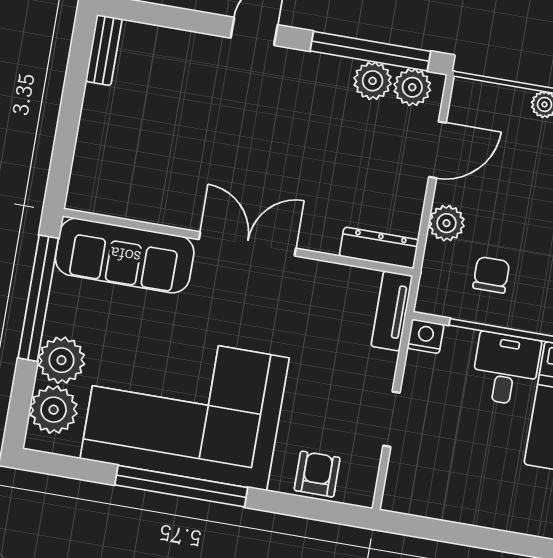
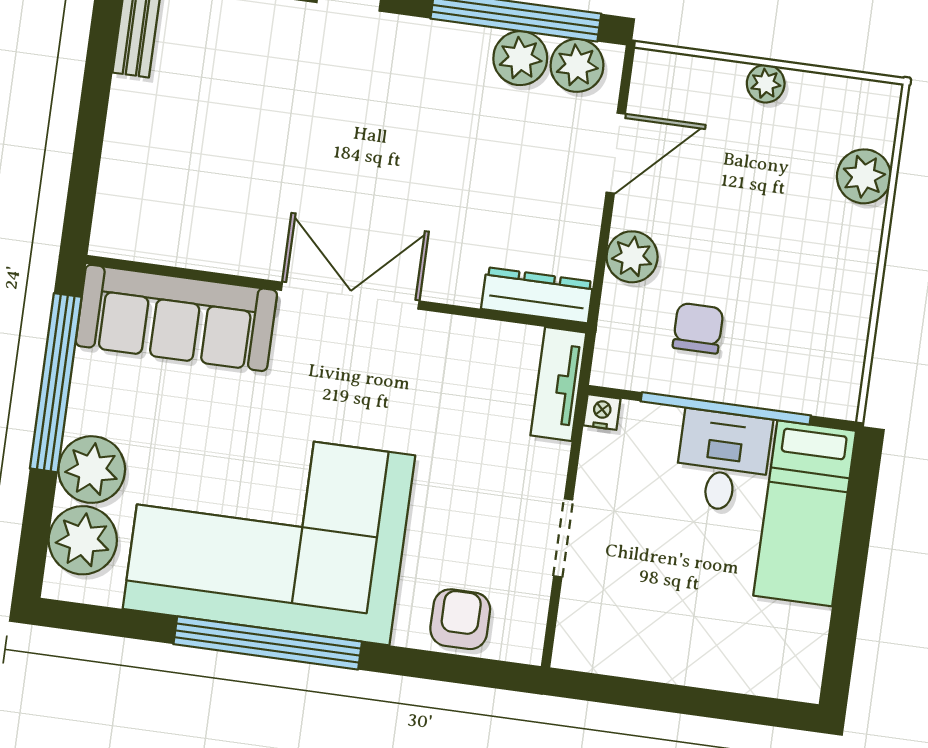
nightstand: (426, 336) -> (602, 412), width x0.72, depth x0.74

